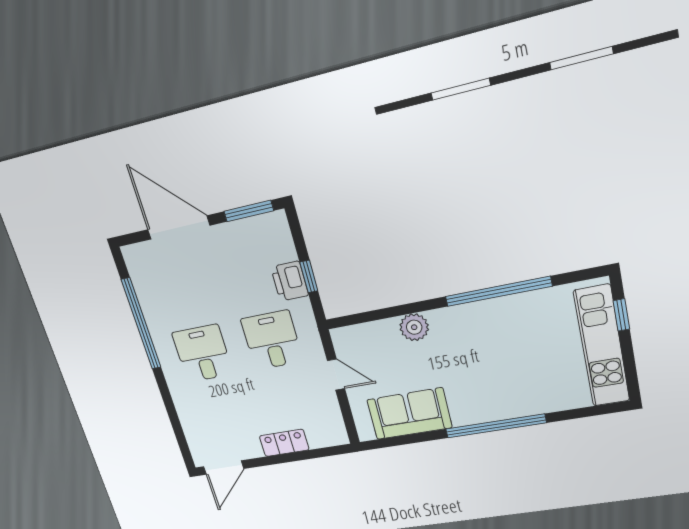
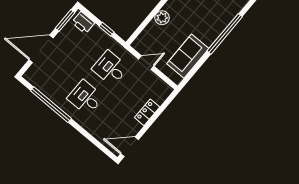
printer: (290, 281) -> (83, 23), moved
door: (224, 468) -> (130, 147), swing flipped

